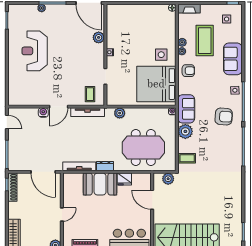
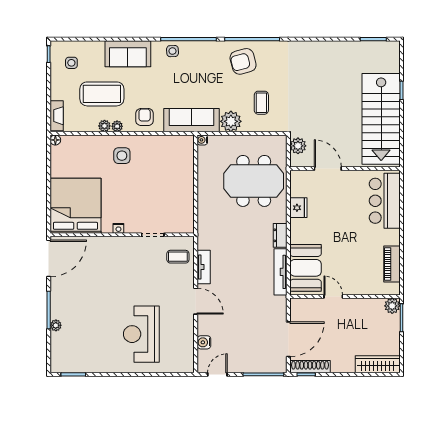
plant: (99, 37) -> (98, 244), removed
reception desk: (35, 51) -> (141, 334), moved, turned 90
bed: (156, 84) -> (76, 206), moved, turned 180
sofa: (186, 109) -> (192, 120), width x1.36
water cooler: (43, 112) -> (204, 342), moved
tv unit: (88, 112) -> (204, 267), width x0.71
plant: (120, 113) -> (205, 214), removed
armchair: (224, 117) -> (243, 61), moved, turned -109
meeting table: (143, 148) -> (254, 181), turned 90
coffee table: (187, 158) -> (261, 103), moved
door: (43, 172) -> (288, 339), moved
booth: (100, 184) -> (306, 268), moved
door: (152, 200) -> (328, 169), swing flipped
door: (62, 215) -> (333, 297), moved

